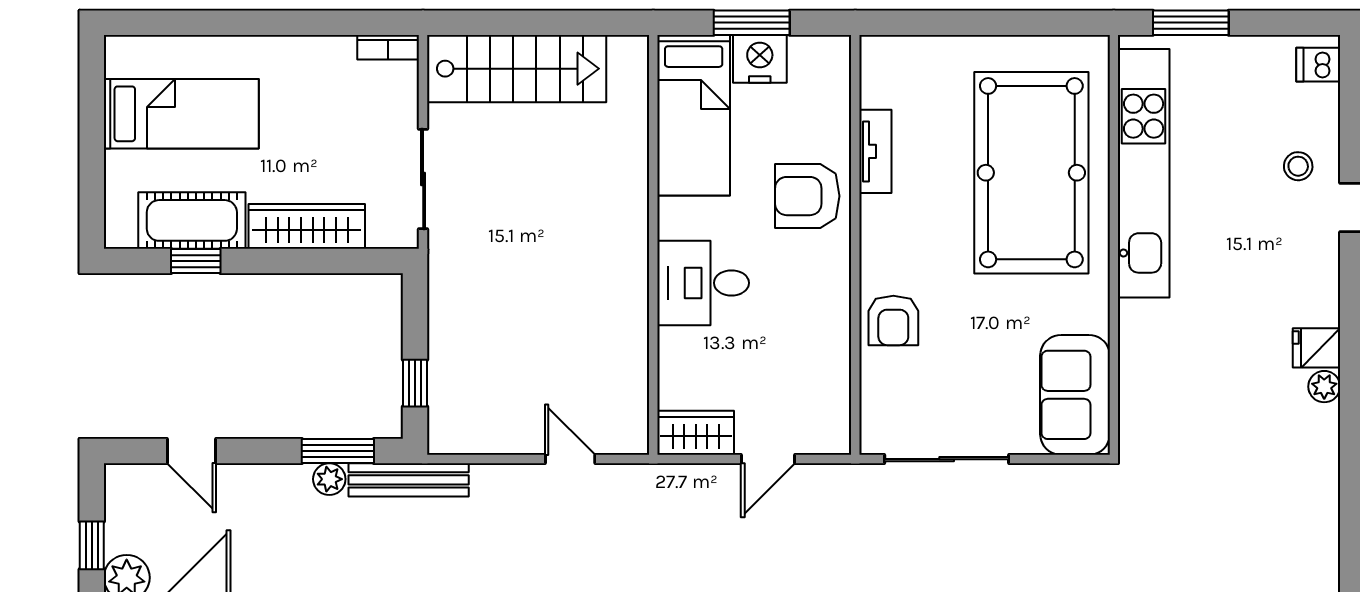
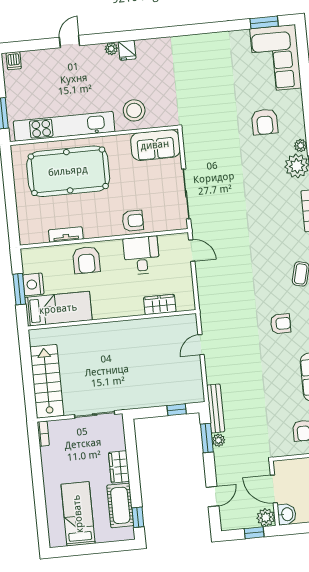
stool: (1298, 166) -> (134, 110), moved, width x1.89, depth x1.89
wardrobe: (307, 226) -> (119, 467), width x0.67
window: (196, 261) -> (138, 517), moved
desk: (703, 283) -> (141, 255), moved, turned 180
plant: (1324, 387) -> (111, 49), moved
wardrobe: (696, 433) -> (160, 304), moved, turned 90
door: (768, 459) -> (192, 251), moved

